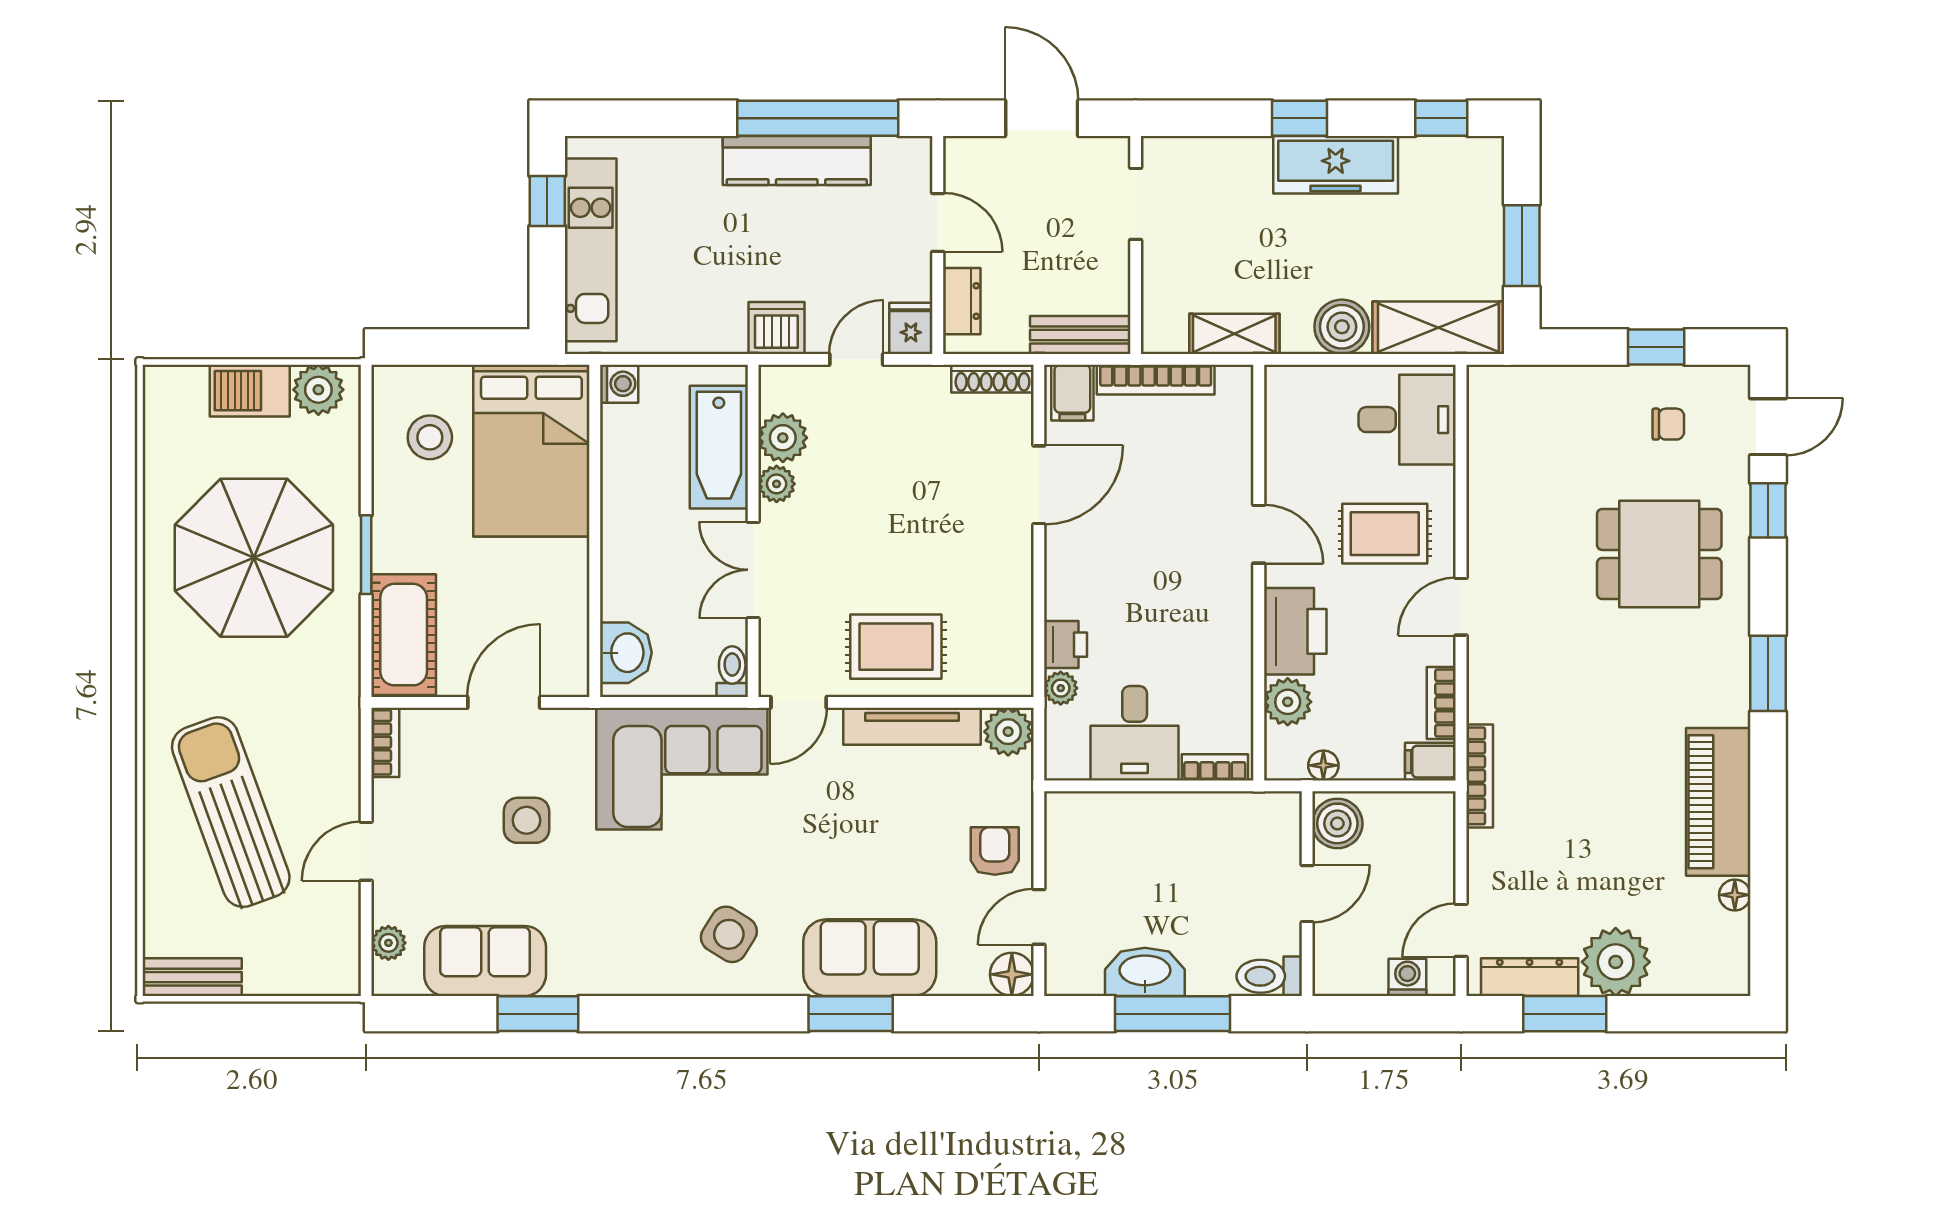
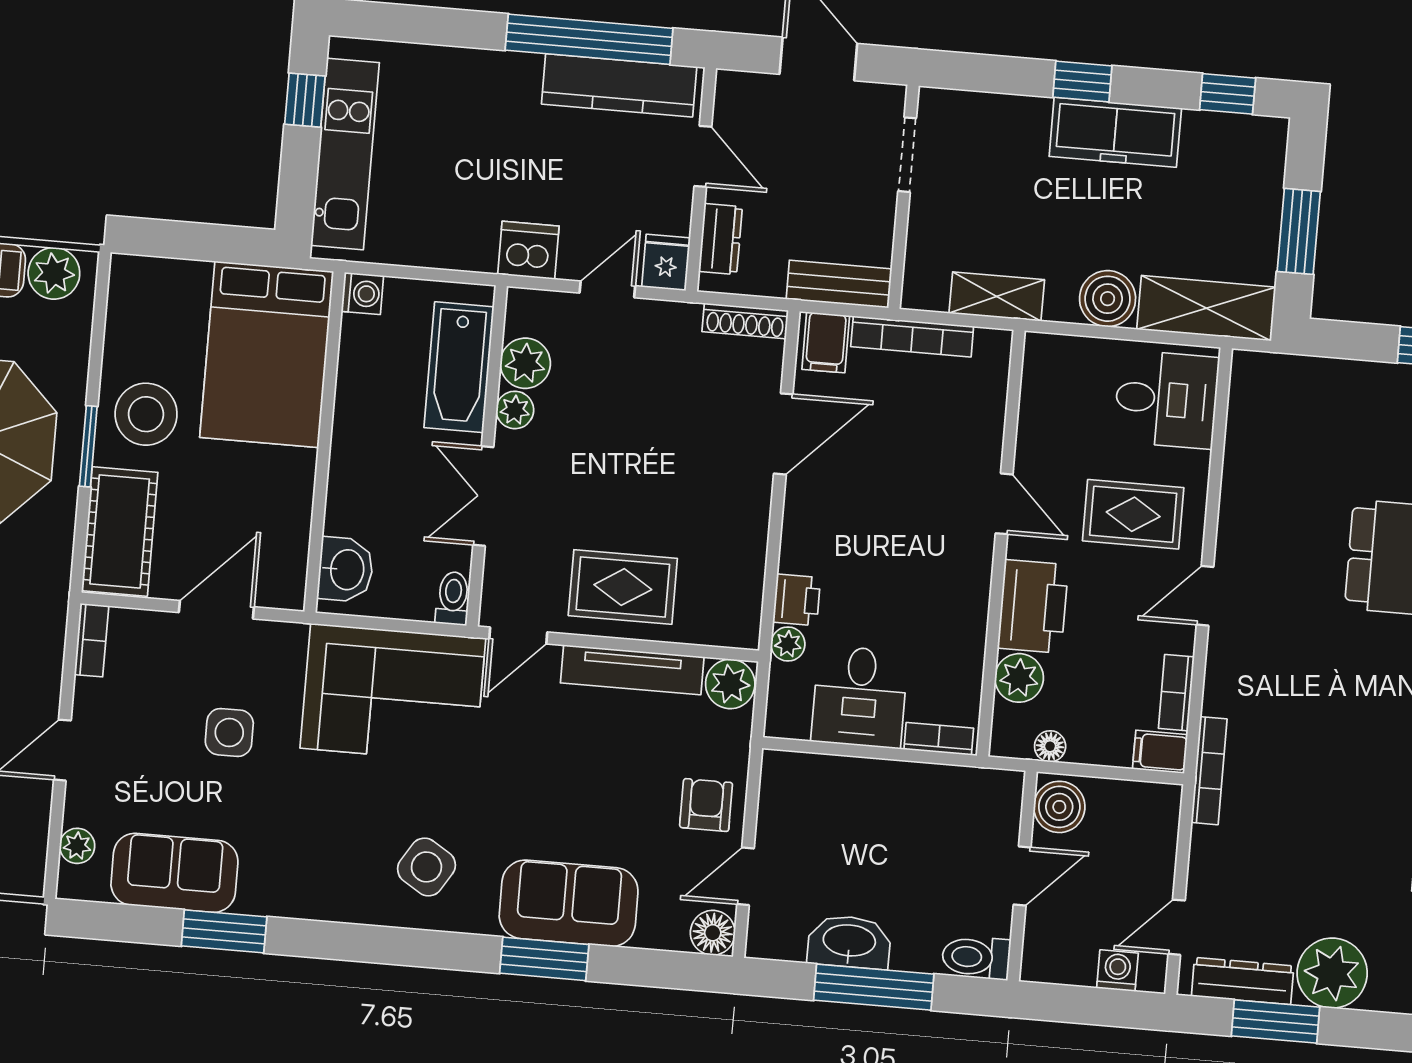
kitchen counter: (797, 161) -> (619, 85), moved
stool: (430, 437) -> (146, 414), moved, width x1.38, depth x1.38

